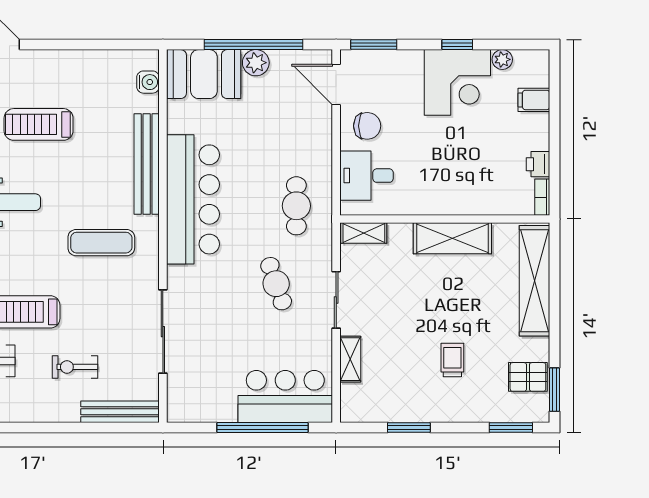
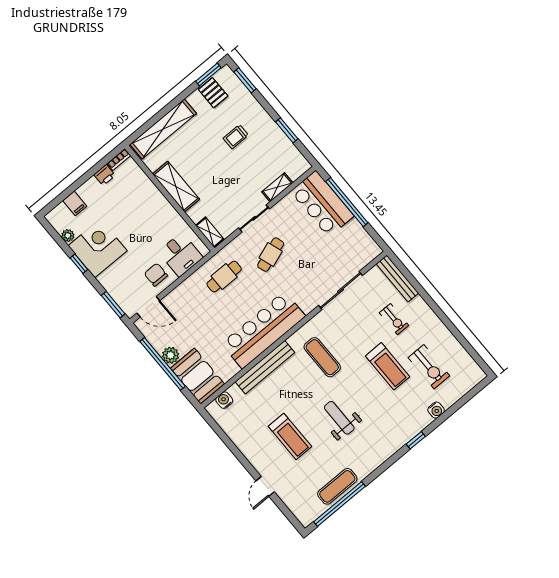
door: (336, 84) -> (148, 307), hinge flipped

